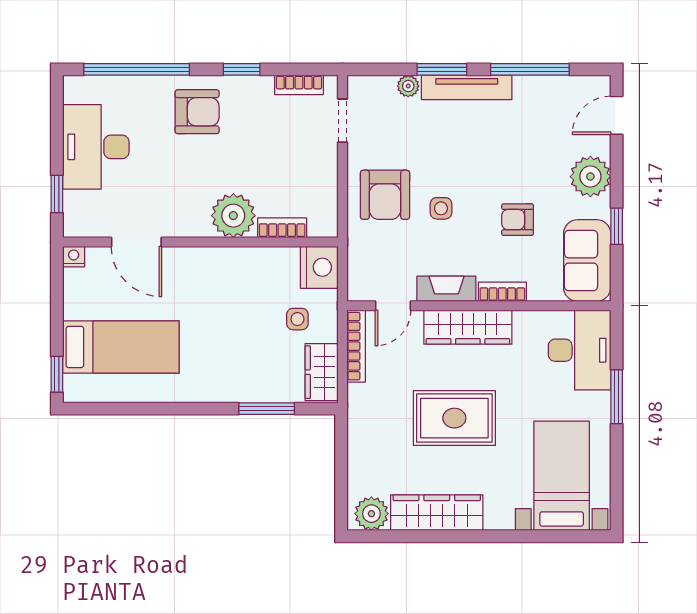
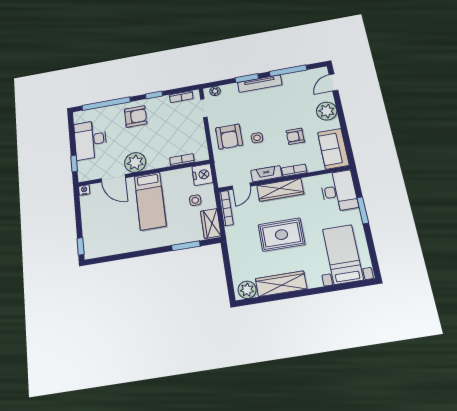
plant: (408, 86) -> (215, 91), moved
plant: (233, 216) -> (135, 162), moved
window: (617, 226) -> (344, 131), removed
bed: (121, 347) -> (150, 201), moved, turned 90

